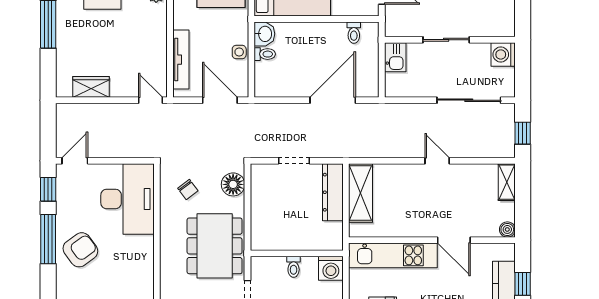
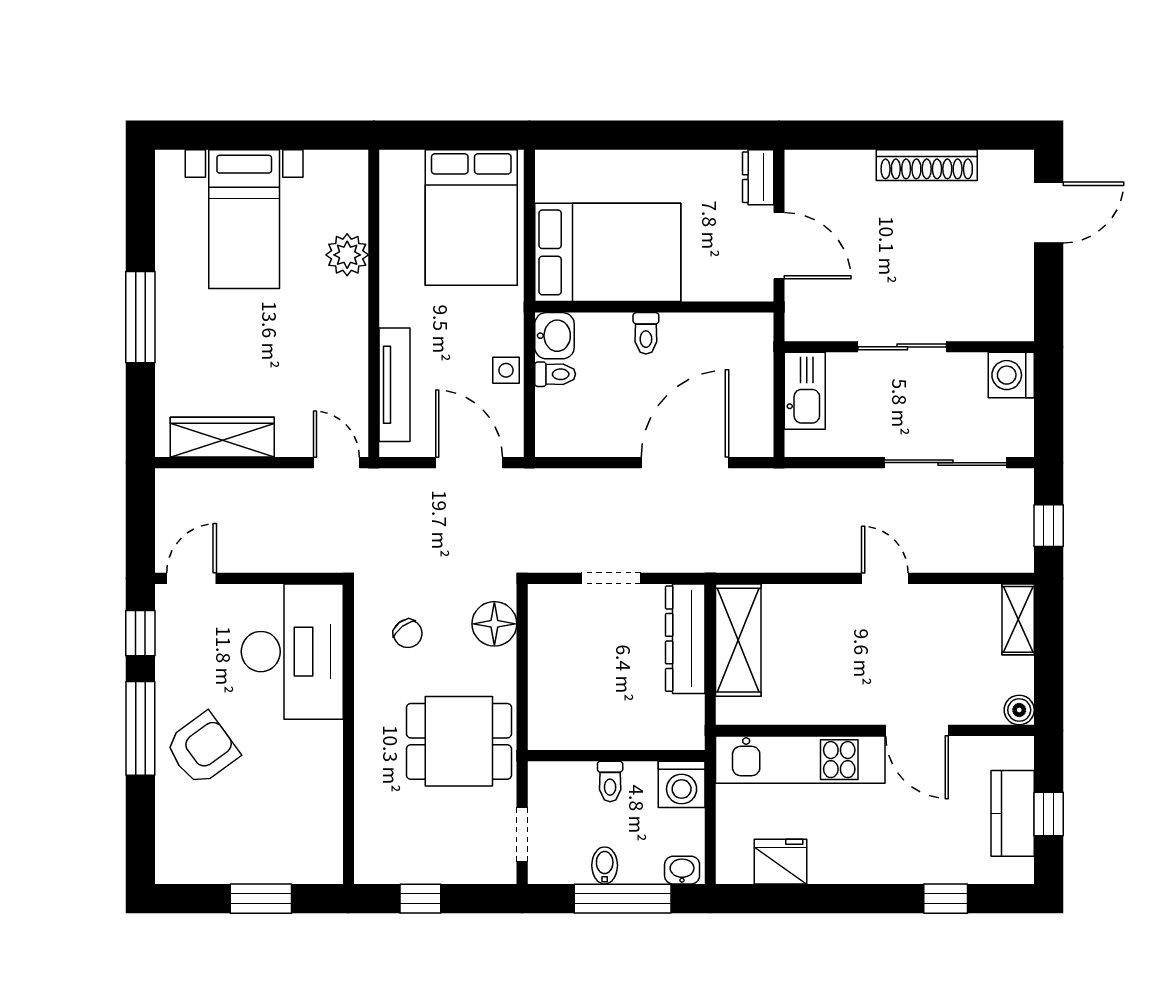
toilet: (354, 33) -> (646, 333), moved
kitchen sink: (395, 57) -> (805, 391), width x1.38
wardrobe: (91, 87) -> (222, 437), width x1.50
dining table: (215, 246) -> (459, 741), width x0.73

